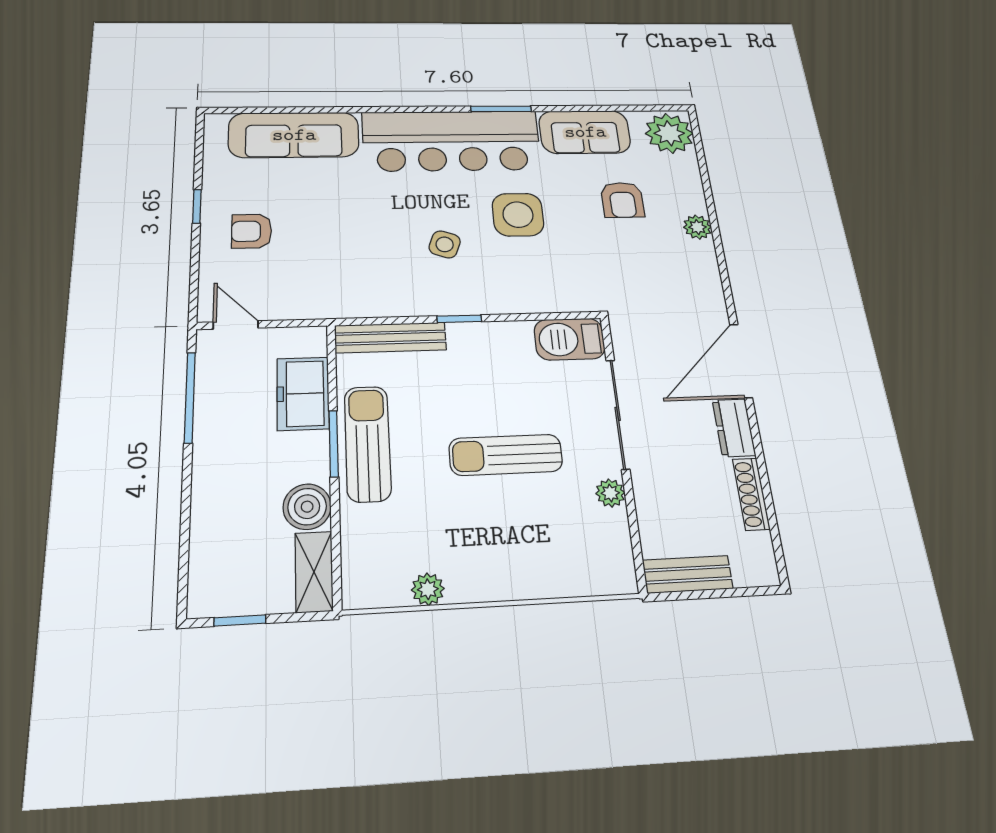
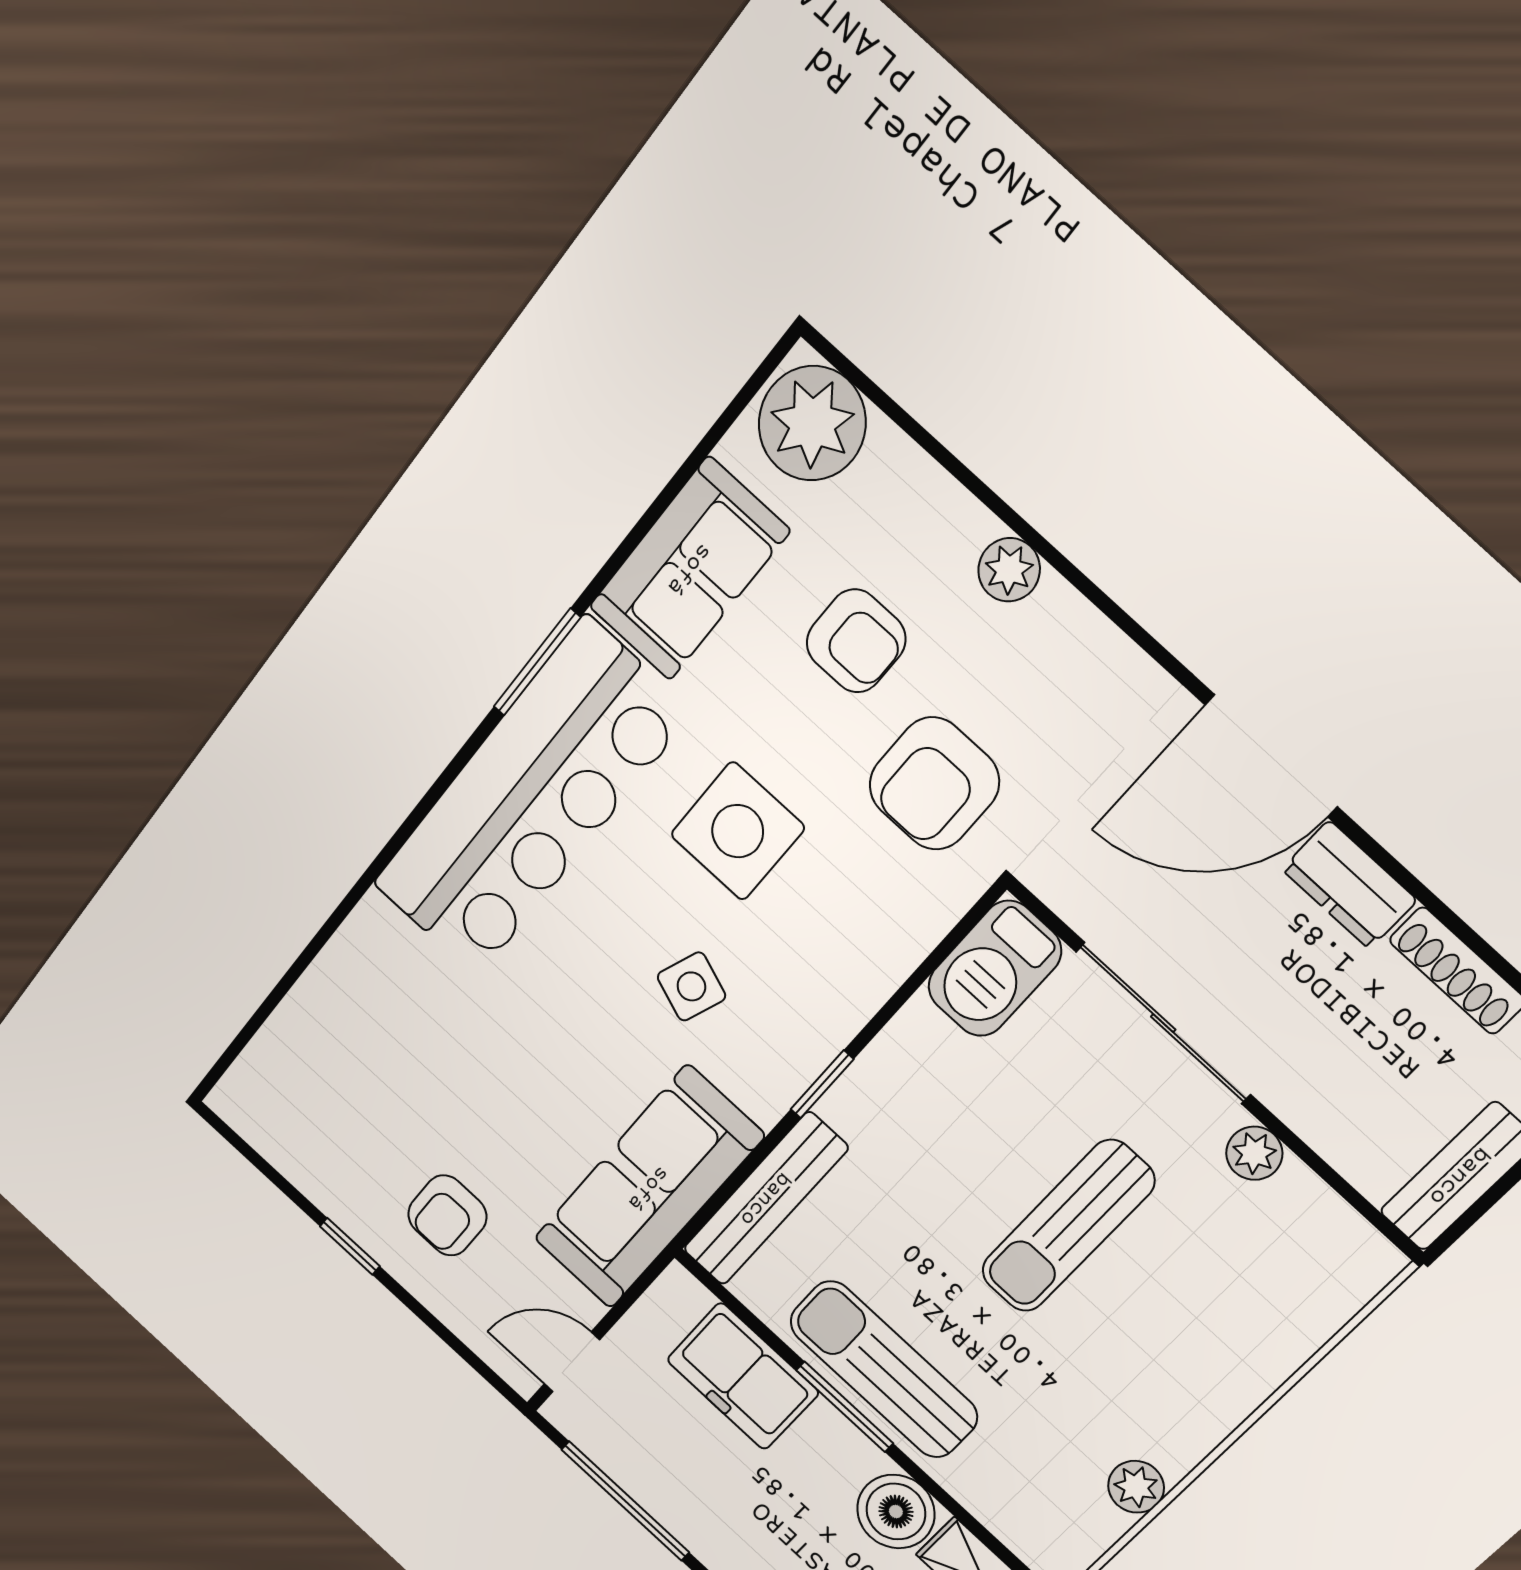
sofa: (294, 135) -> (648, 1188), moved, turned 180
armchair: (607, 263) -> (934, 784), added
door: (741, 361) -> (1271, 756), hinge flipped

